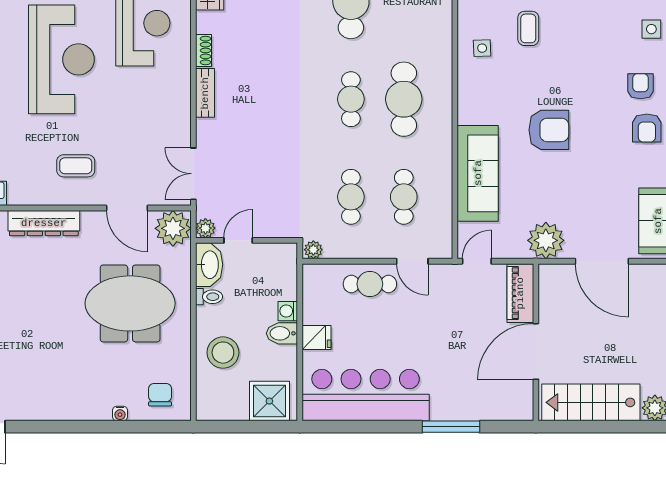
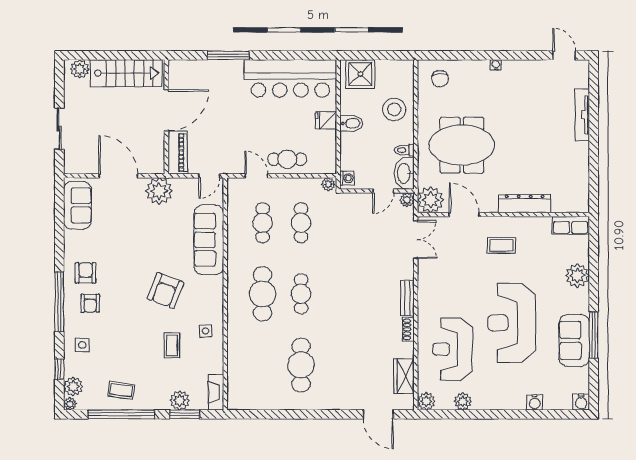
armchair: (549, 130) -> (166, 291), moved, turned -69
washing machine: (288, 311) -> (347, 178), moved
water cooler: (120, 414) -> (496, 65), moved

